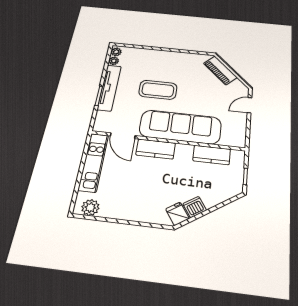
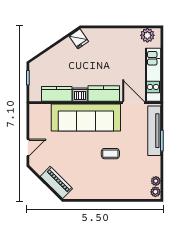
tv unit: (109, 88) -> (154, 131), moved
coffee table: (158, 90) -> (110, 154), width x0.54, depth x0.58
dishwasher: (195, 207) -> (80, 95), moved, turned -146

